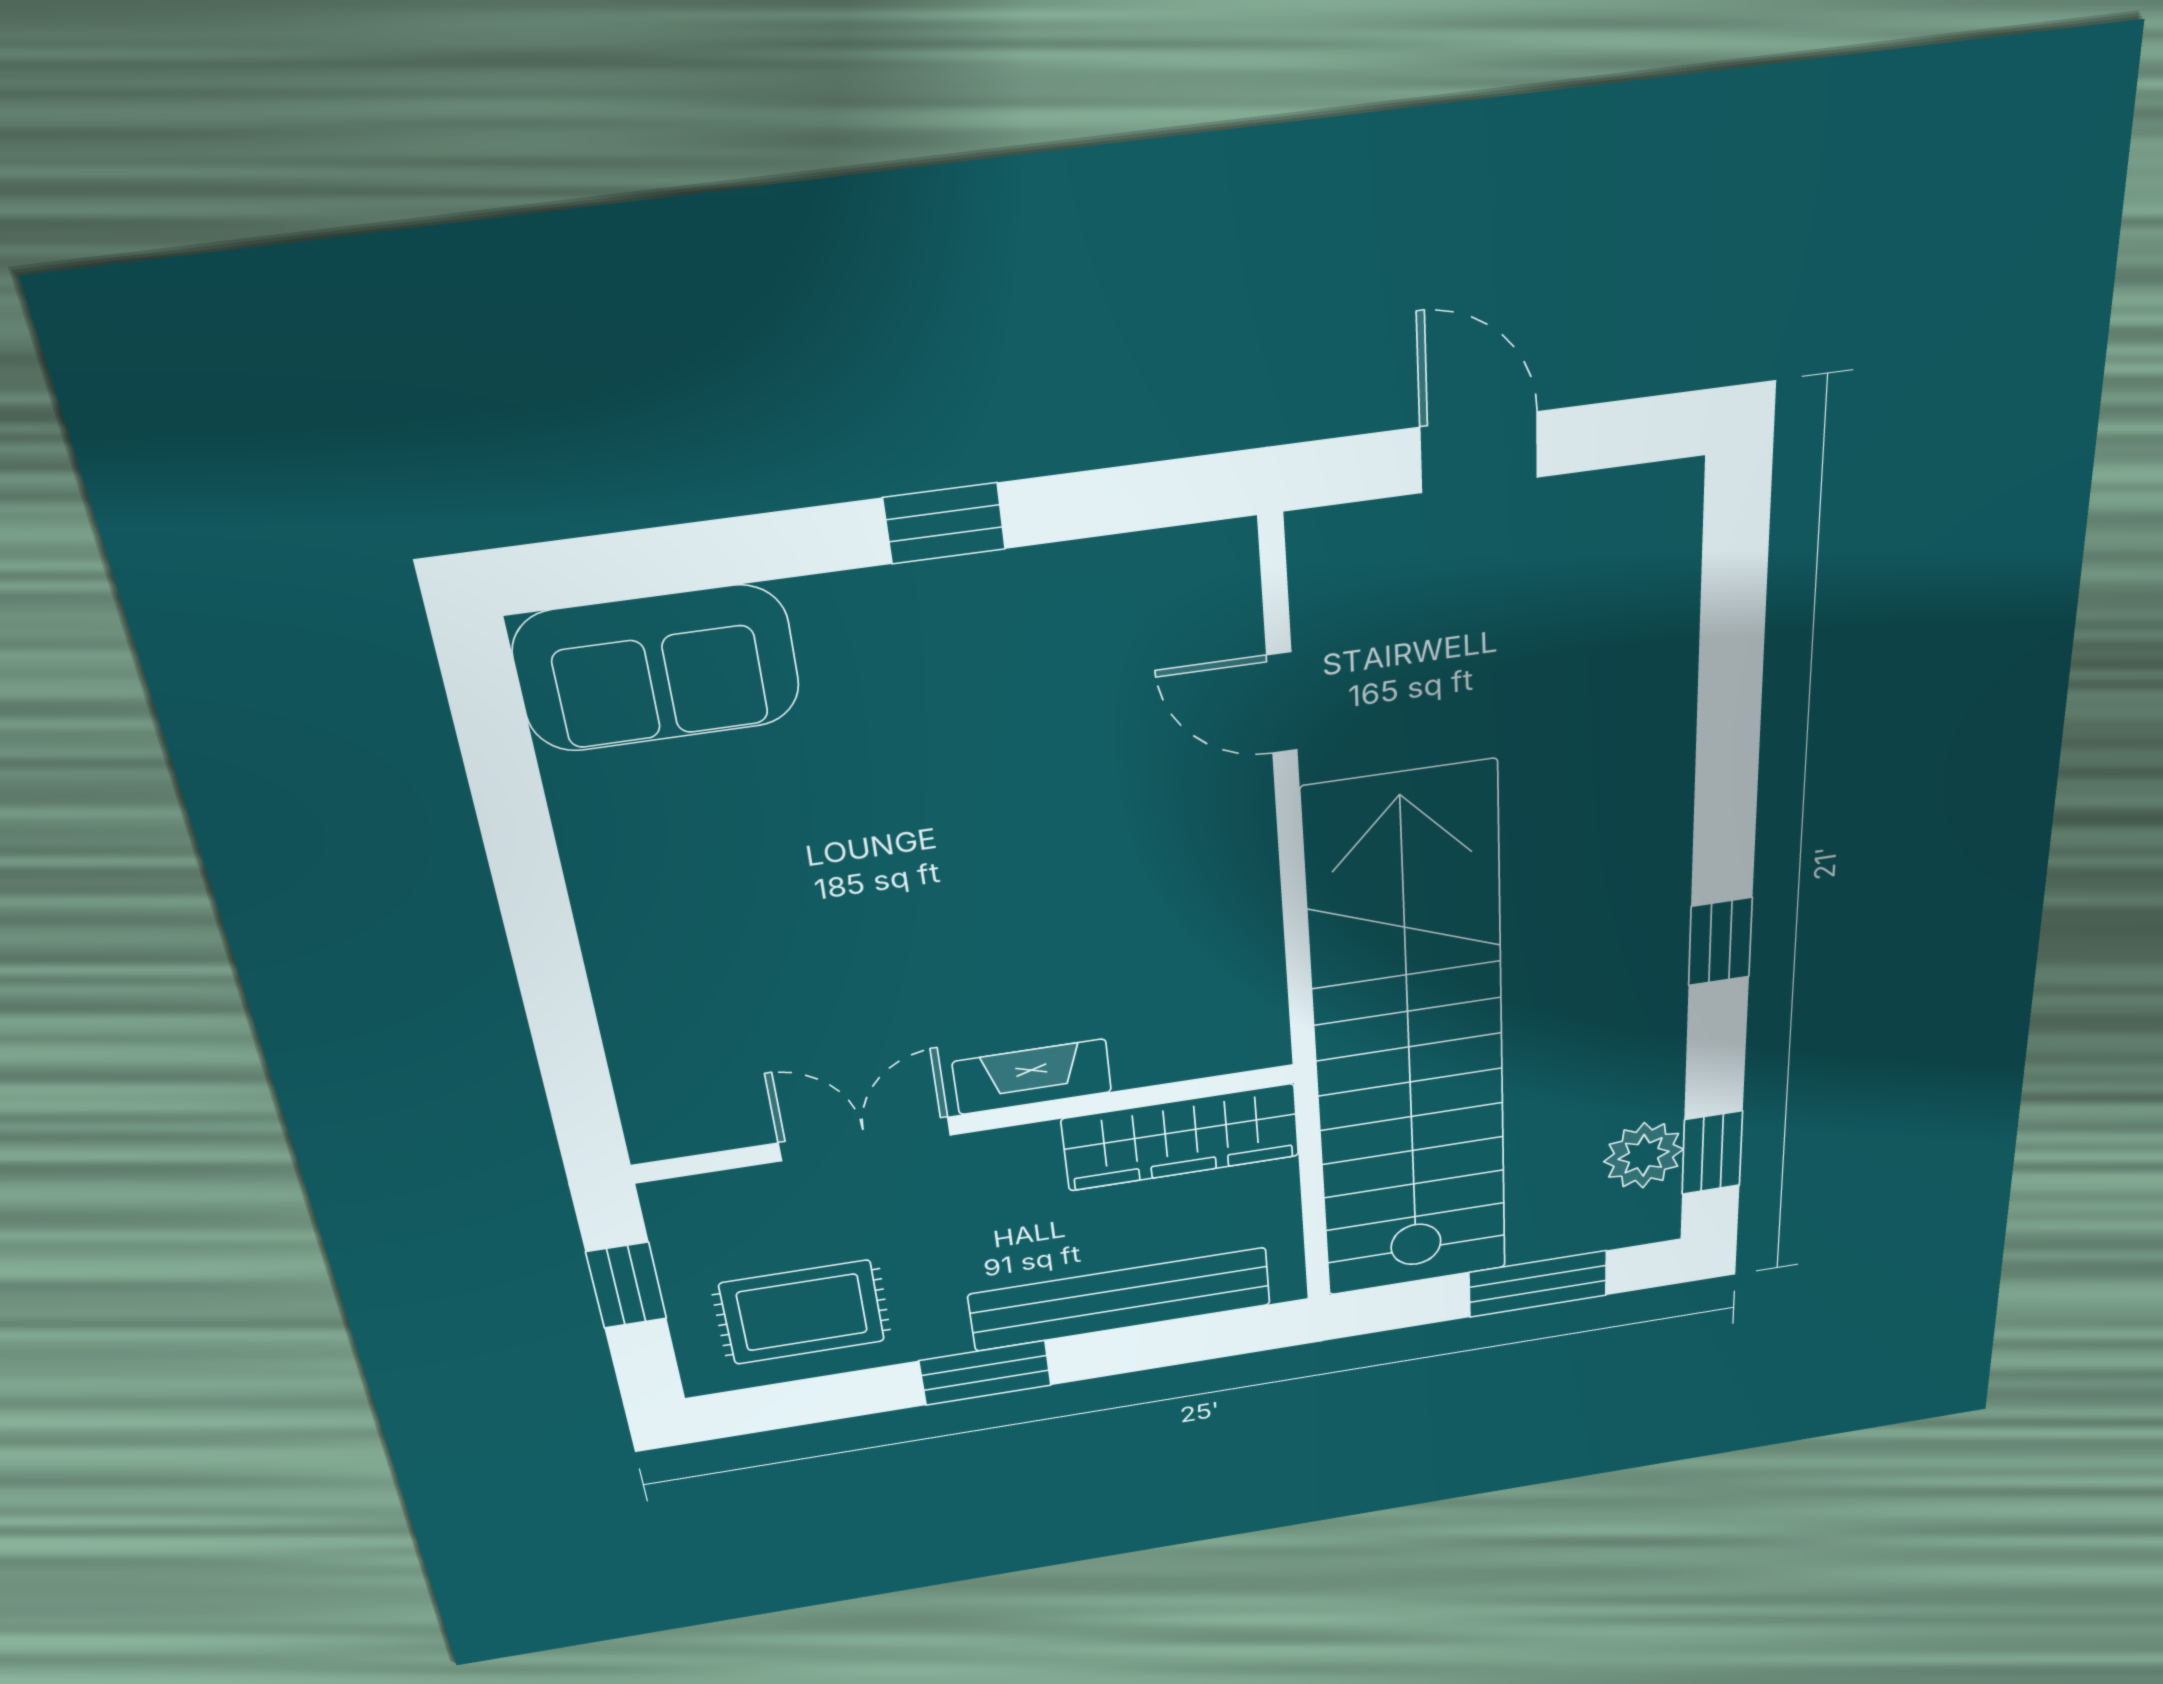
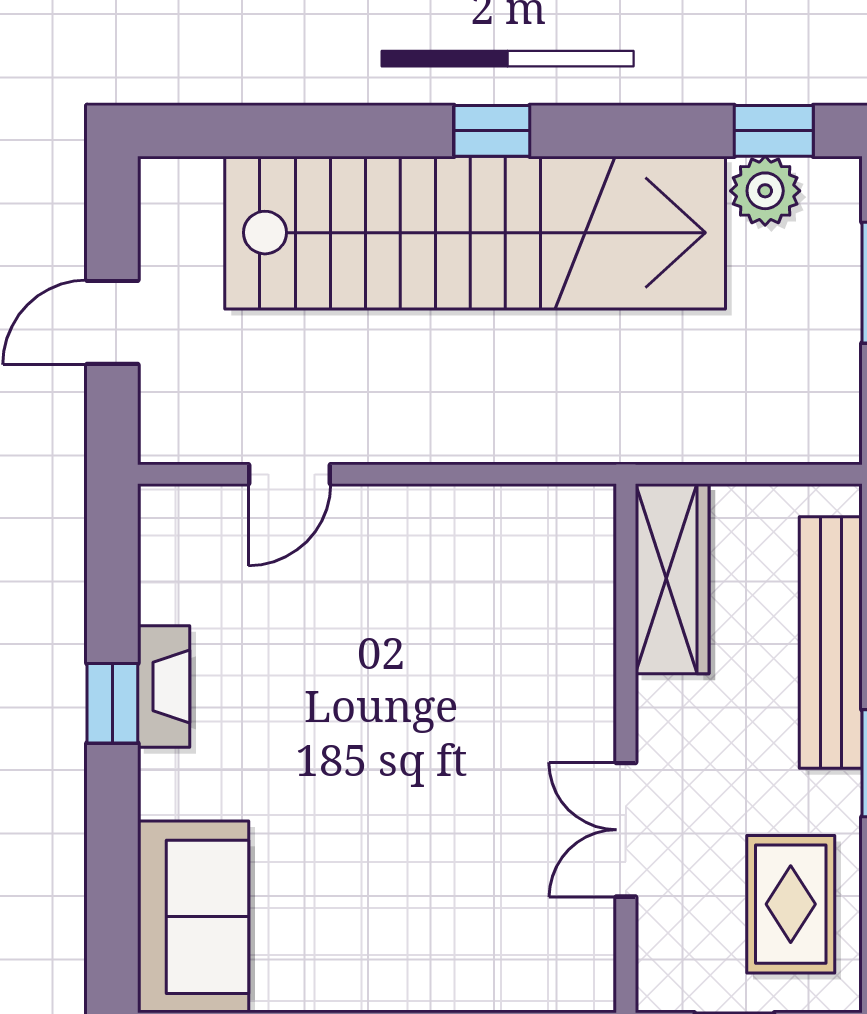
window: (1720, 942) -> (492, 131), moved
stairs: (1409, 1042) -> (475, 233), moved, turned 180
fireplace: (1032, 1077) -> (164, 687), moved, turned 180

